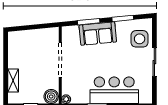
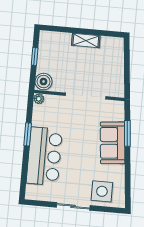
window: (123, 18) -> (128, 174), removed
shelving: (13, 81) -> (86, 40), moved

